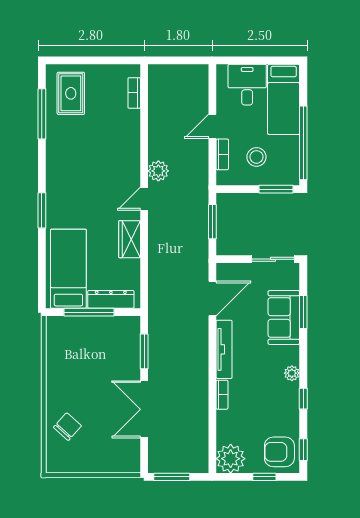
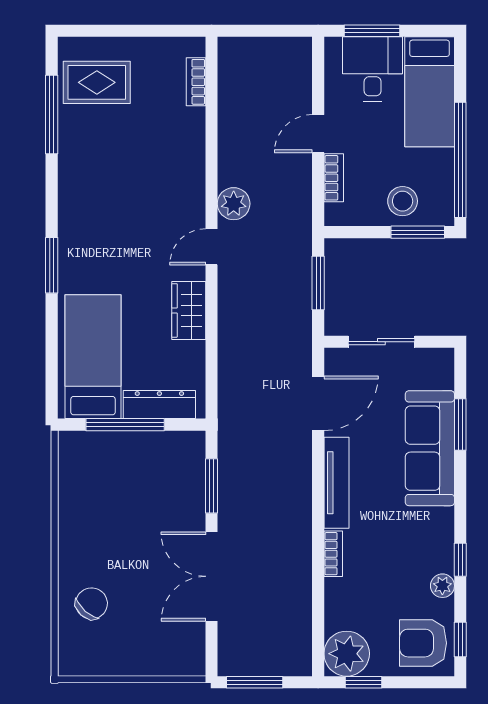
window: (247, 60) -> (372, 31), added
rug: (71, 93) -> (97, 82), turned 90
stool: (256, 157) -> (403, 201), moved
sliding door: (273, 259) -> (381, 342), moved
sofa: (284, 318) -> (430, 448), width x1.36
plant: (292, 373) -> (442, 586), moved
window: (264, 477) -> (364, 682), moved

